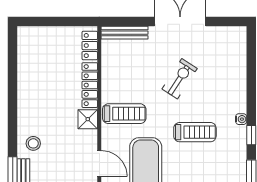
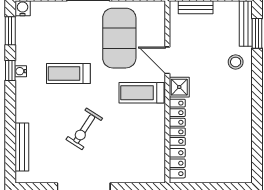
bench: (124, 33) -> (22, 147), moved, turned 90
water cooler: (241, 119) -> (21, 71), moved
door: (99, 163) -> (167, 60), moved

